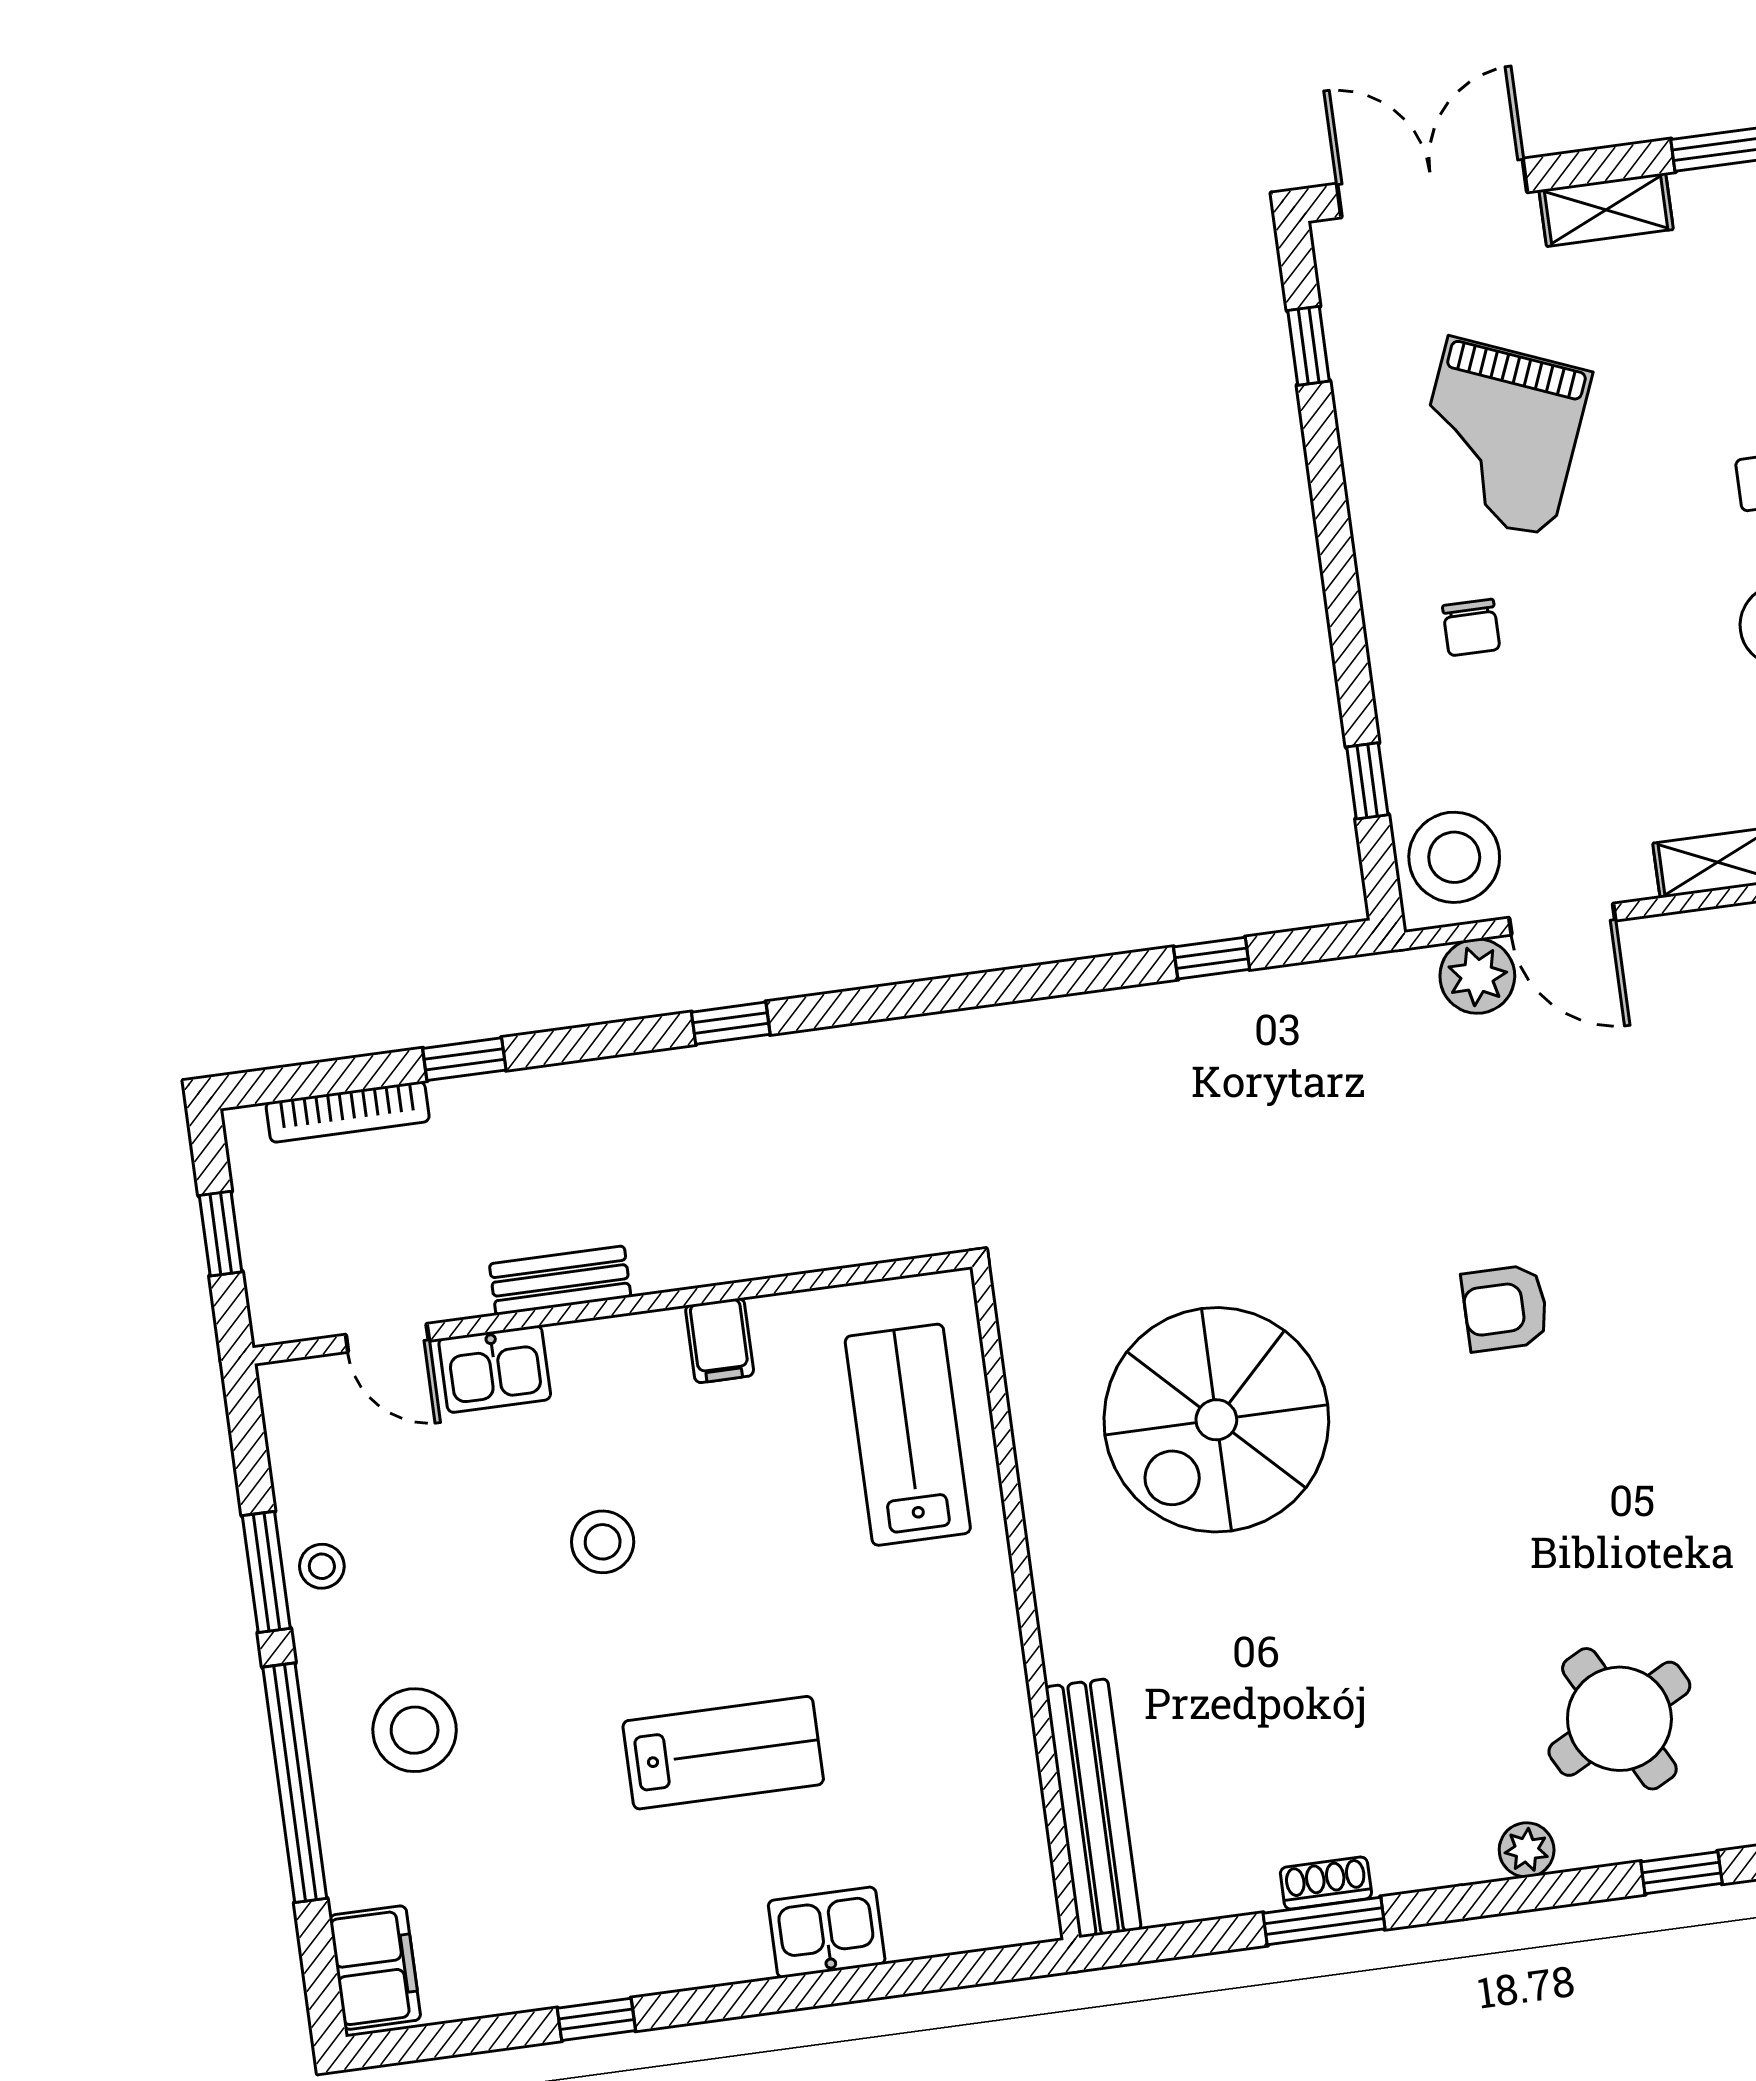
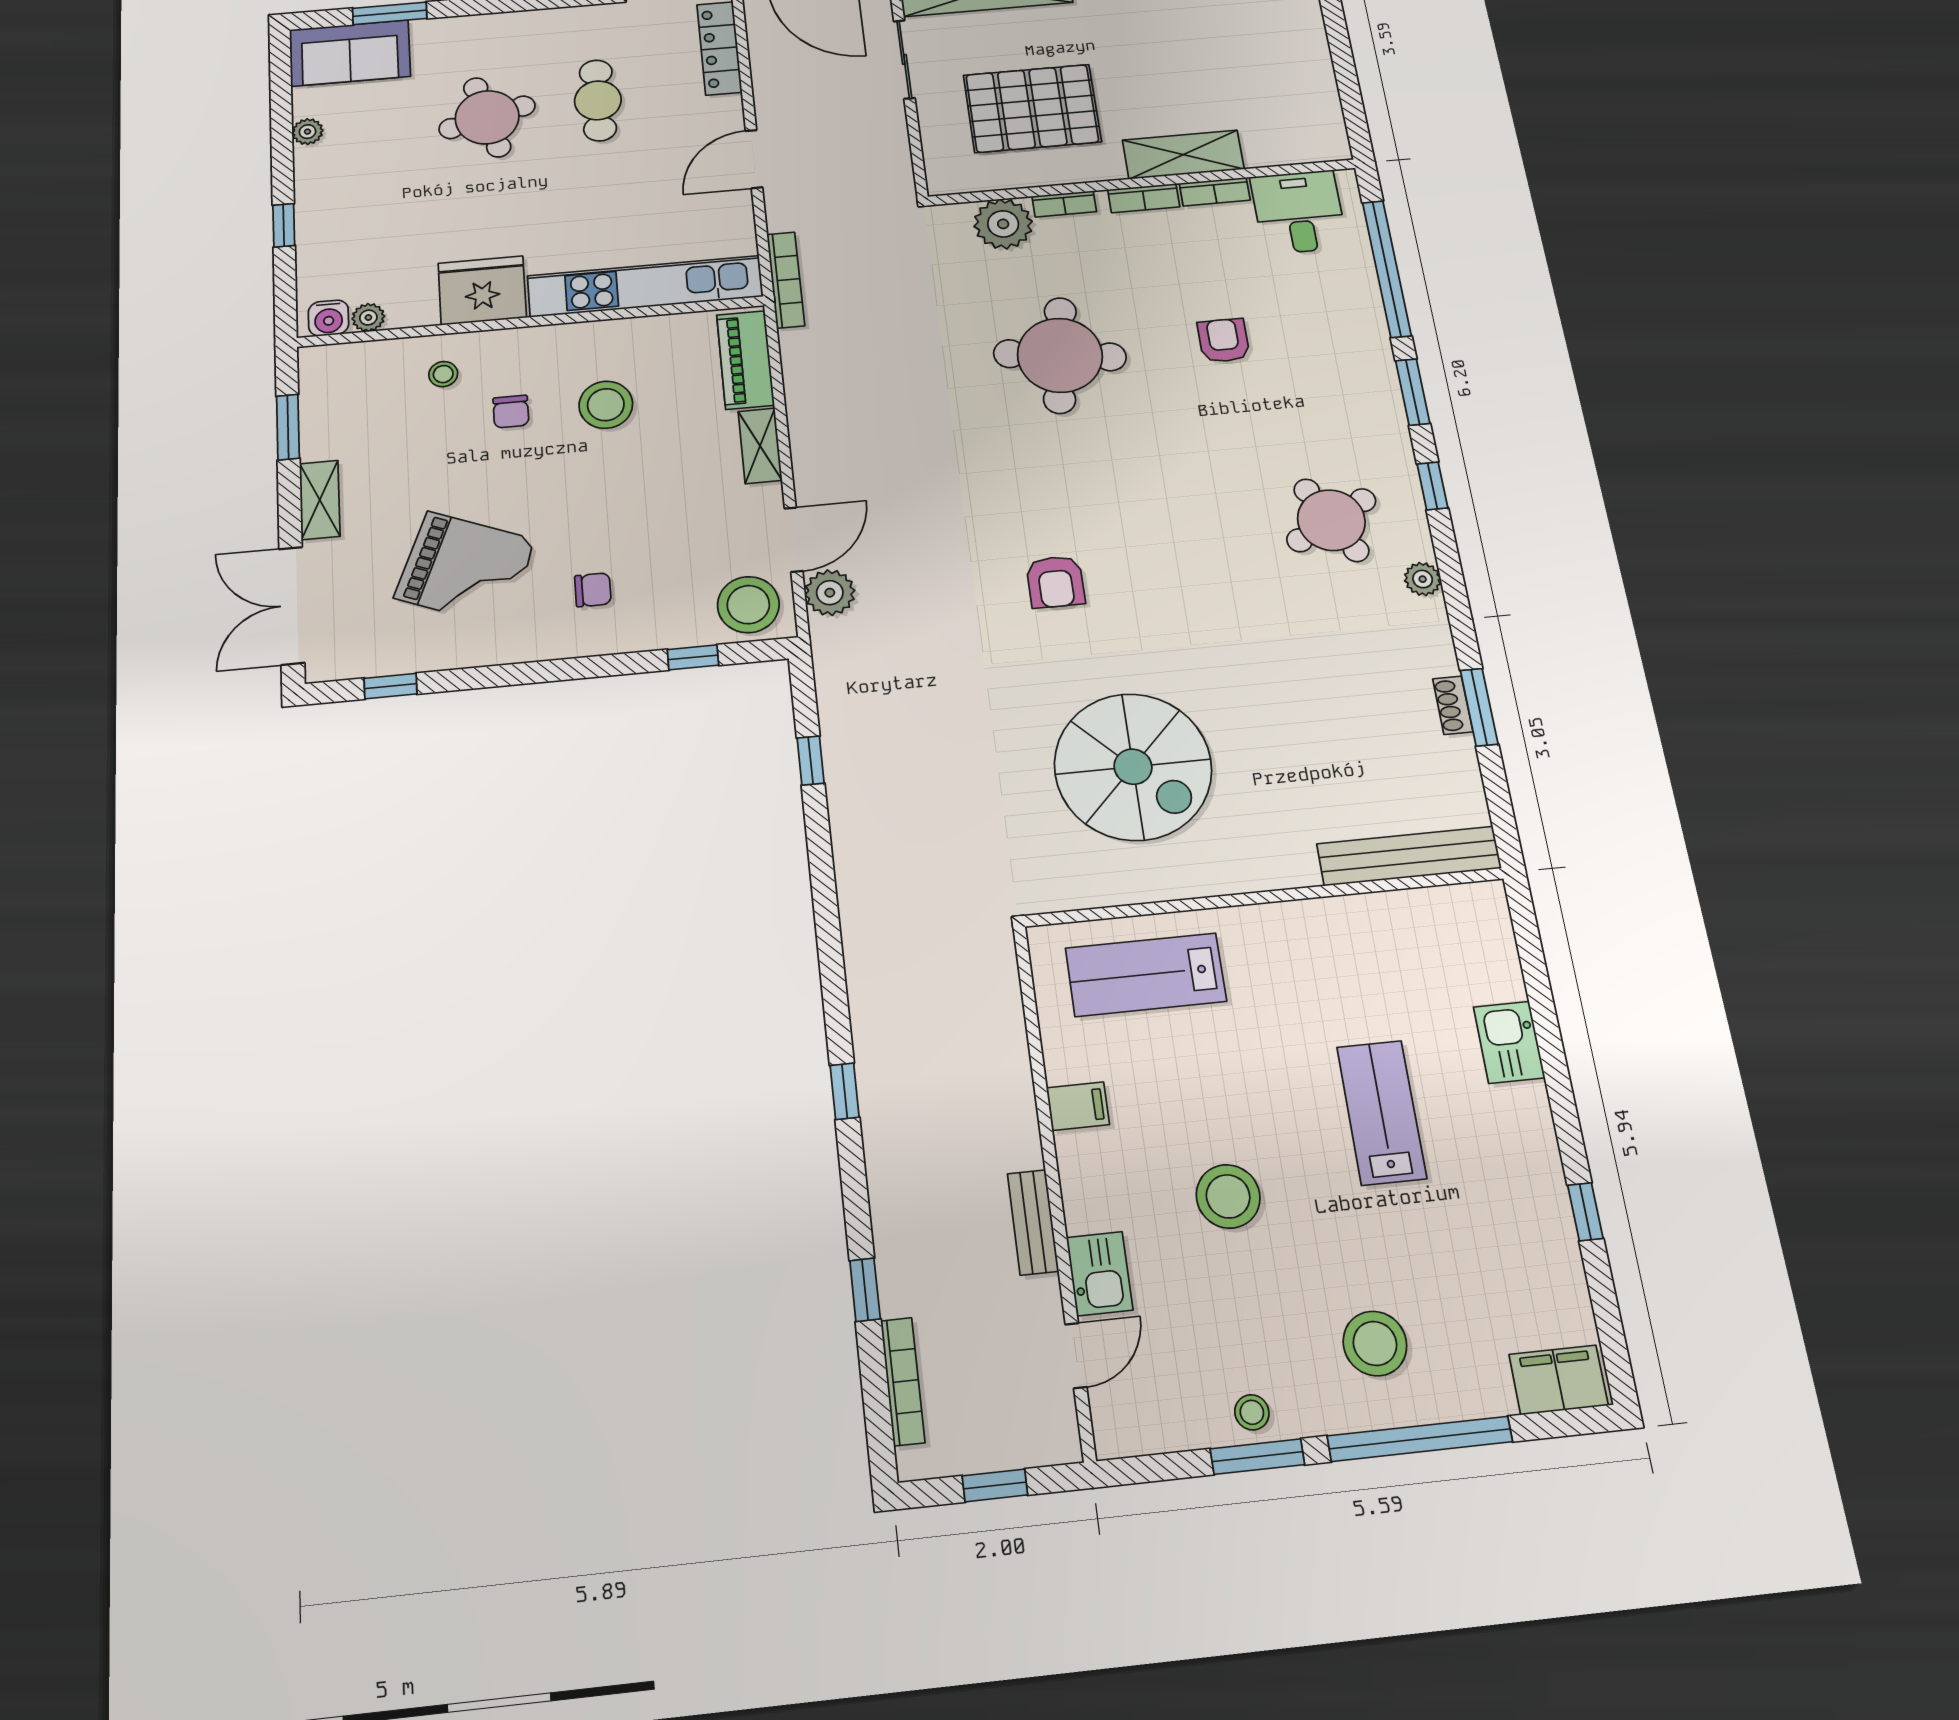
stool: (603, 1542) -> (1228, 1196), width x1.38, depth x1.38

